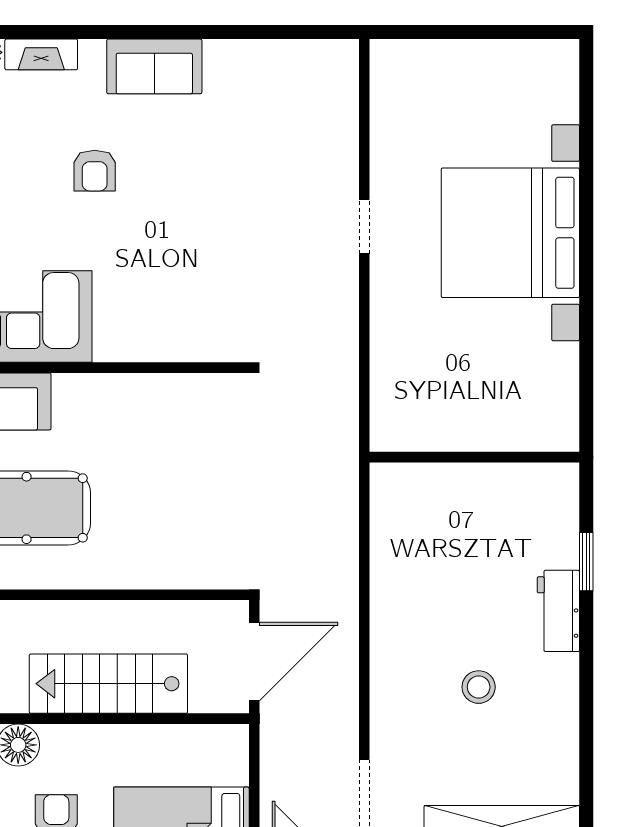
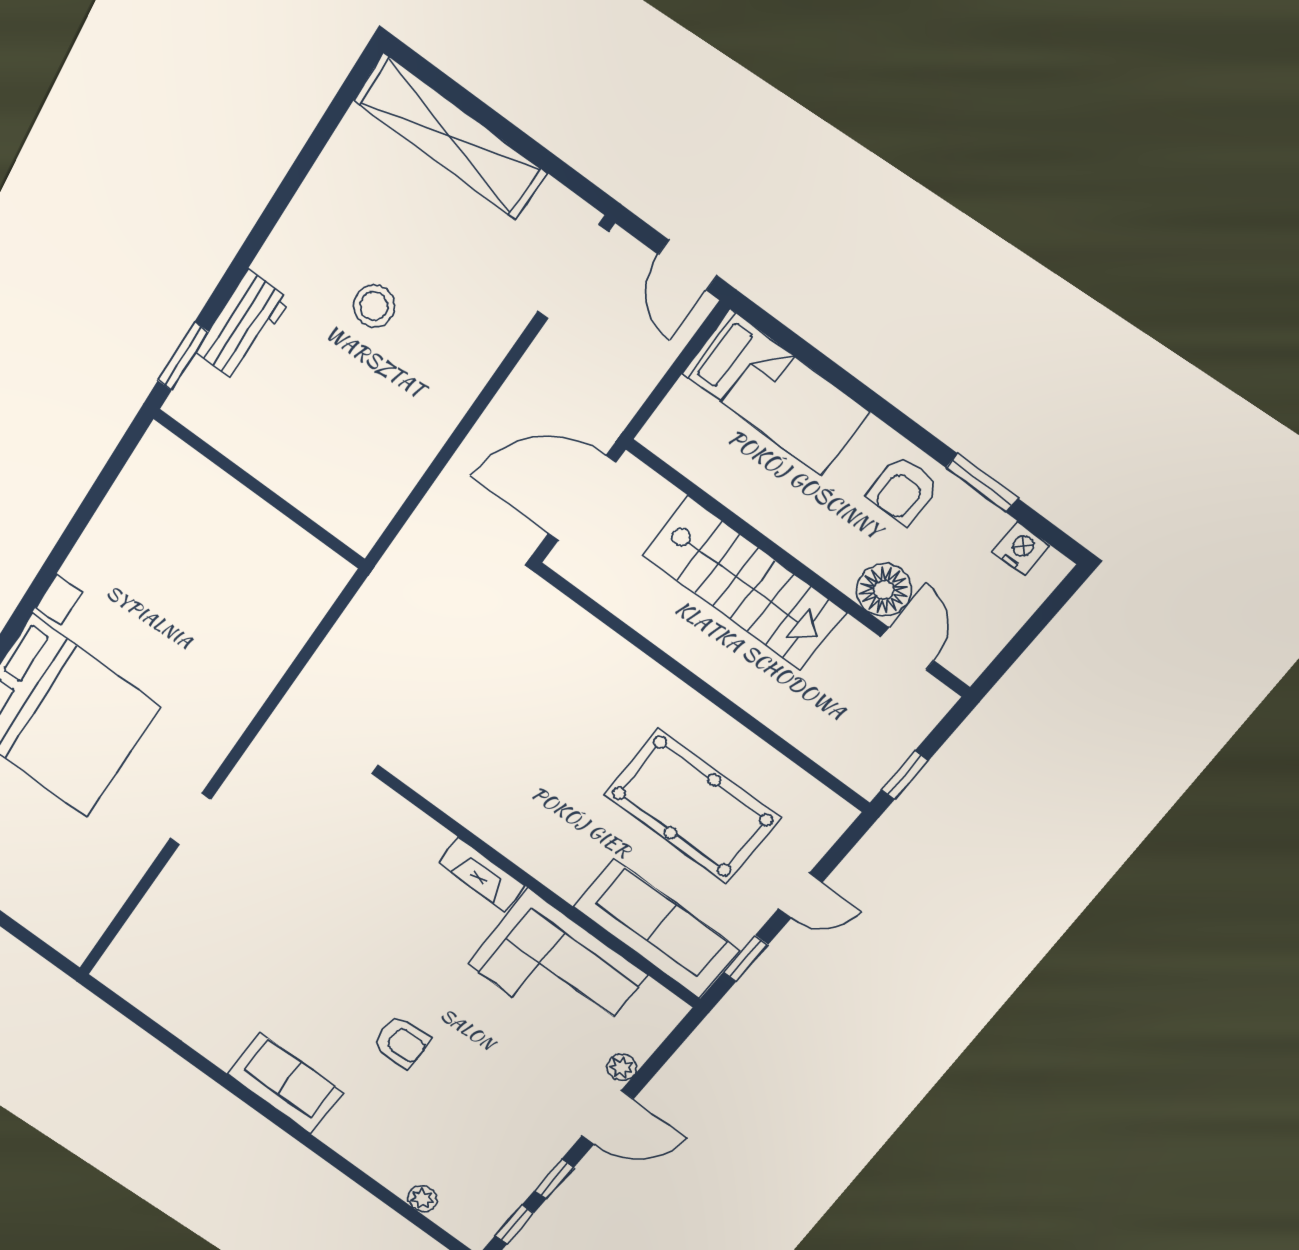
fireplace: (41, 54) -> (481, 874), moved, turned 180
armchair: (95, 171) -> (401, 1042), turned 90
wall: (474, 457) -> (259, 489), moved

